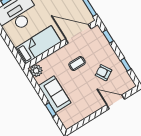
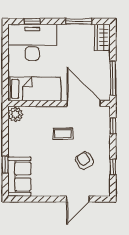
sofa: (55, 94) -> (19, 177), moved
door: (116, 102) -> (78, 199), swing flipped

